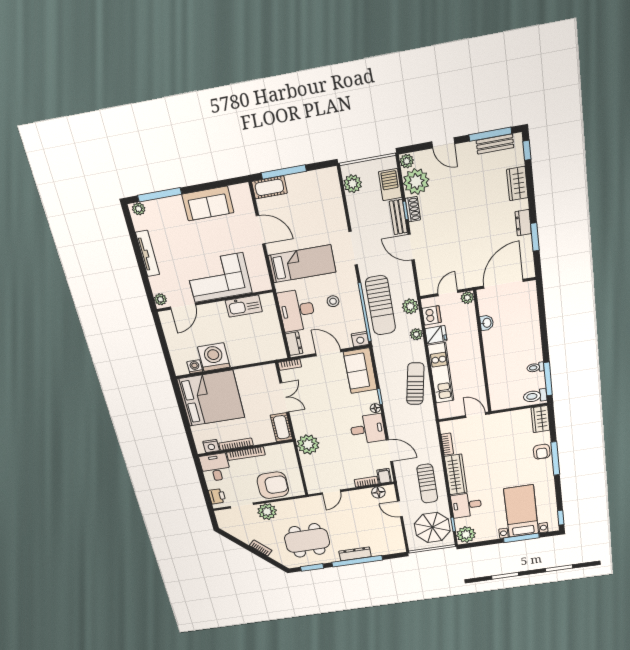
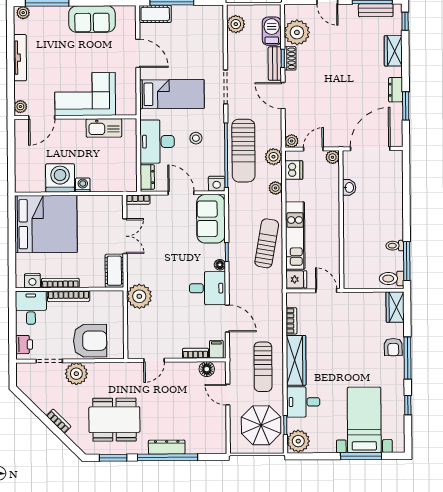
plant: (407, 161) -> (292, 141), moved
fridge: (436, 335) -> (296, 279), moved
washing machine: (195, 367) -> (83, 185), moved
window: (561, 518) -> (408, 405), moved

